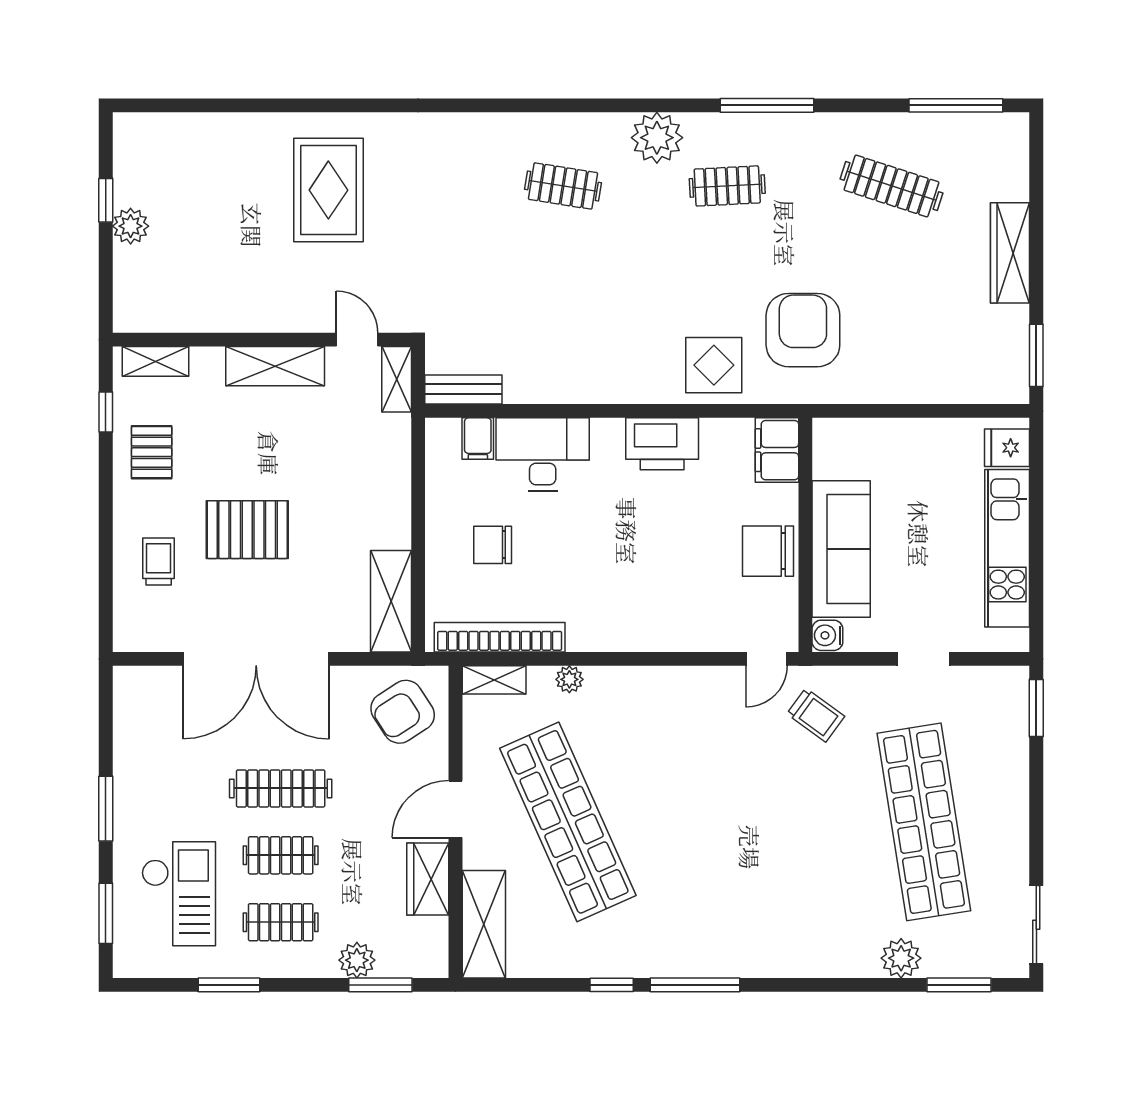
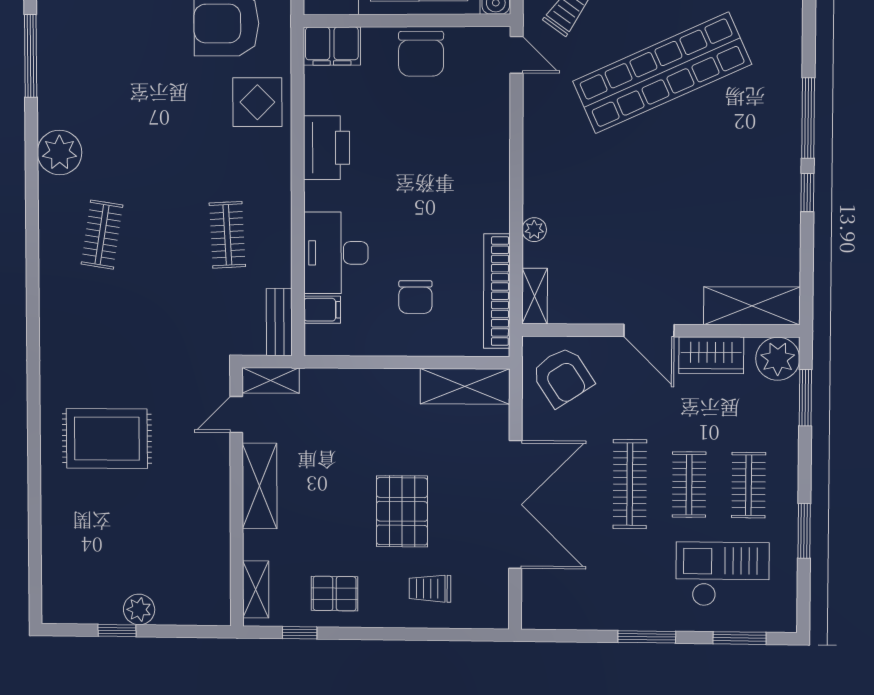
clothes rail: (727, 186) -> (227, 235), moved
shop shelf: (568, 822) -> (662, 73), moved
plant: (357, 960) -> (778, 359), moved, width x1.36, depth x1.36

